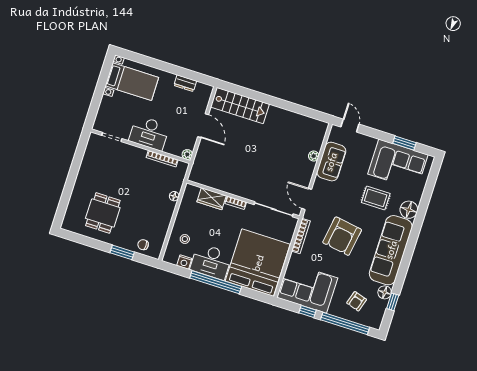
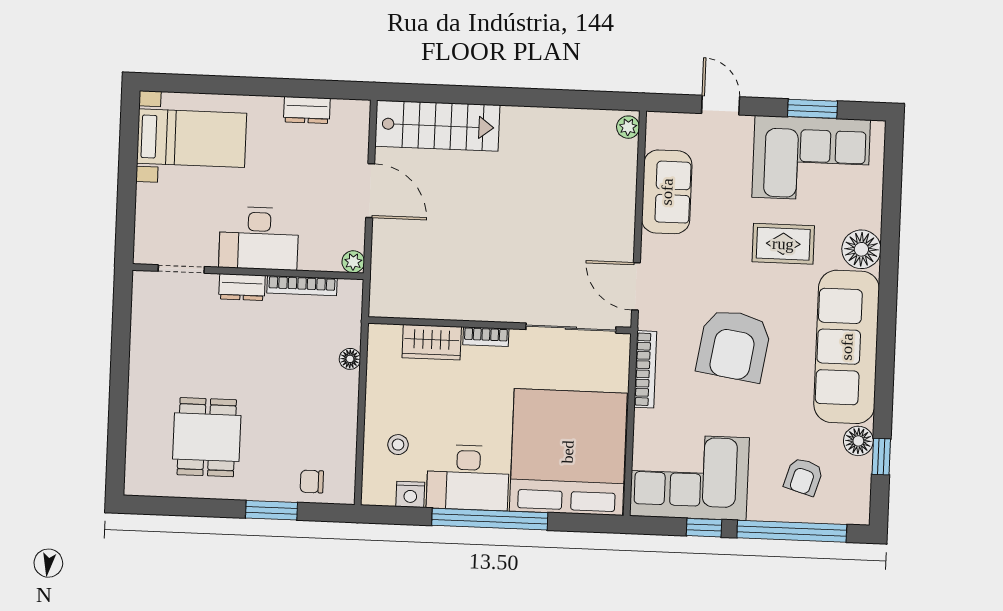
door: (350, 126) -> (721, 105), moved
dresser: (136, 152) -> (242, 287), added
plant: (314, 156) -> (628, 127), moved

